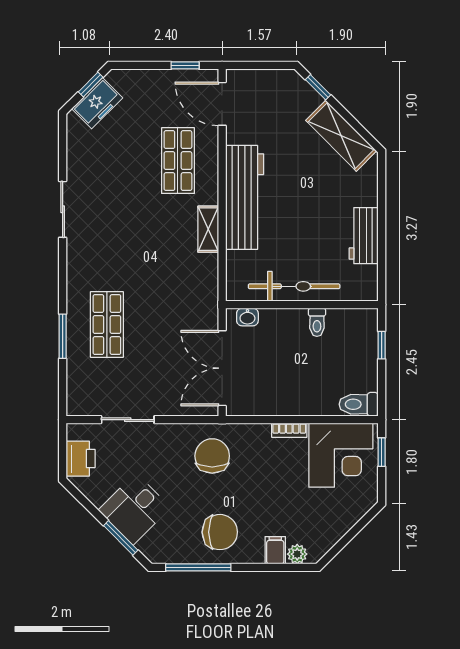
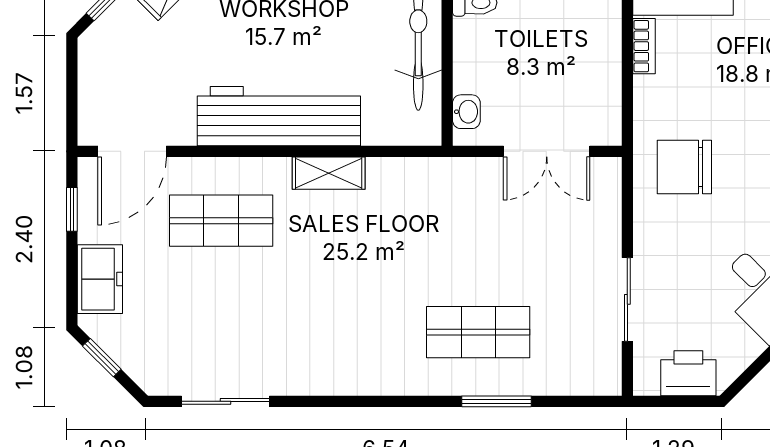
freezer: (97, 103) -> (100, 279), moved, turned 45
sliding door: (63, 209) -> (226, 401), moved
double door: (222, 368) -> (547, 151), width x0.73

